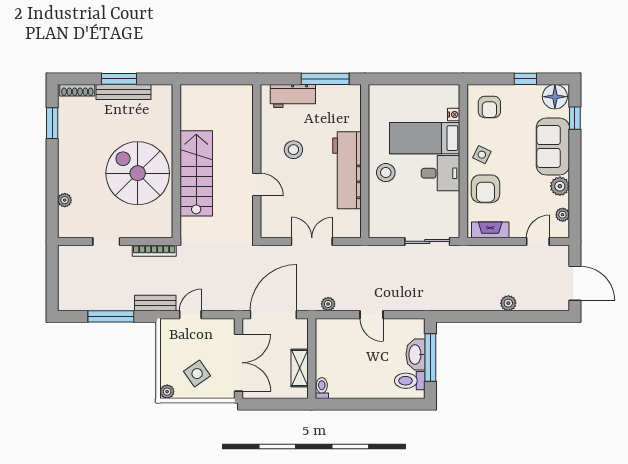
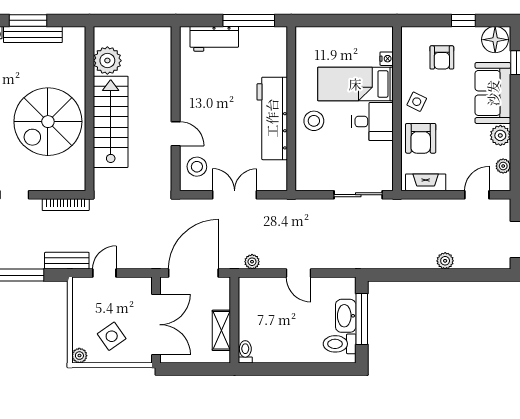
armchair: (489, 107) -> (442, 57), moved
plant: (193, 116) -> (107, 61), added
stool: (293, 150) -> (197, 167), moved
spiral stairs: (138, 173) -> (48, 122), turned -90

